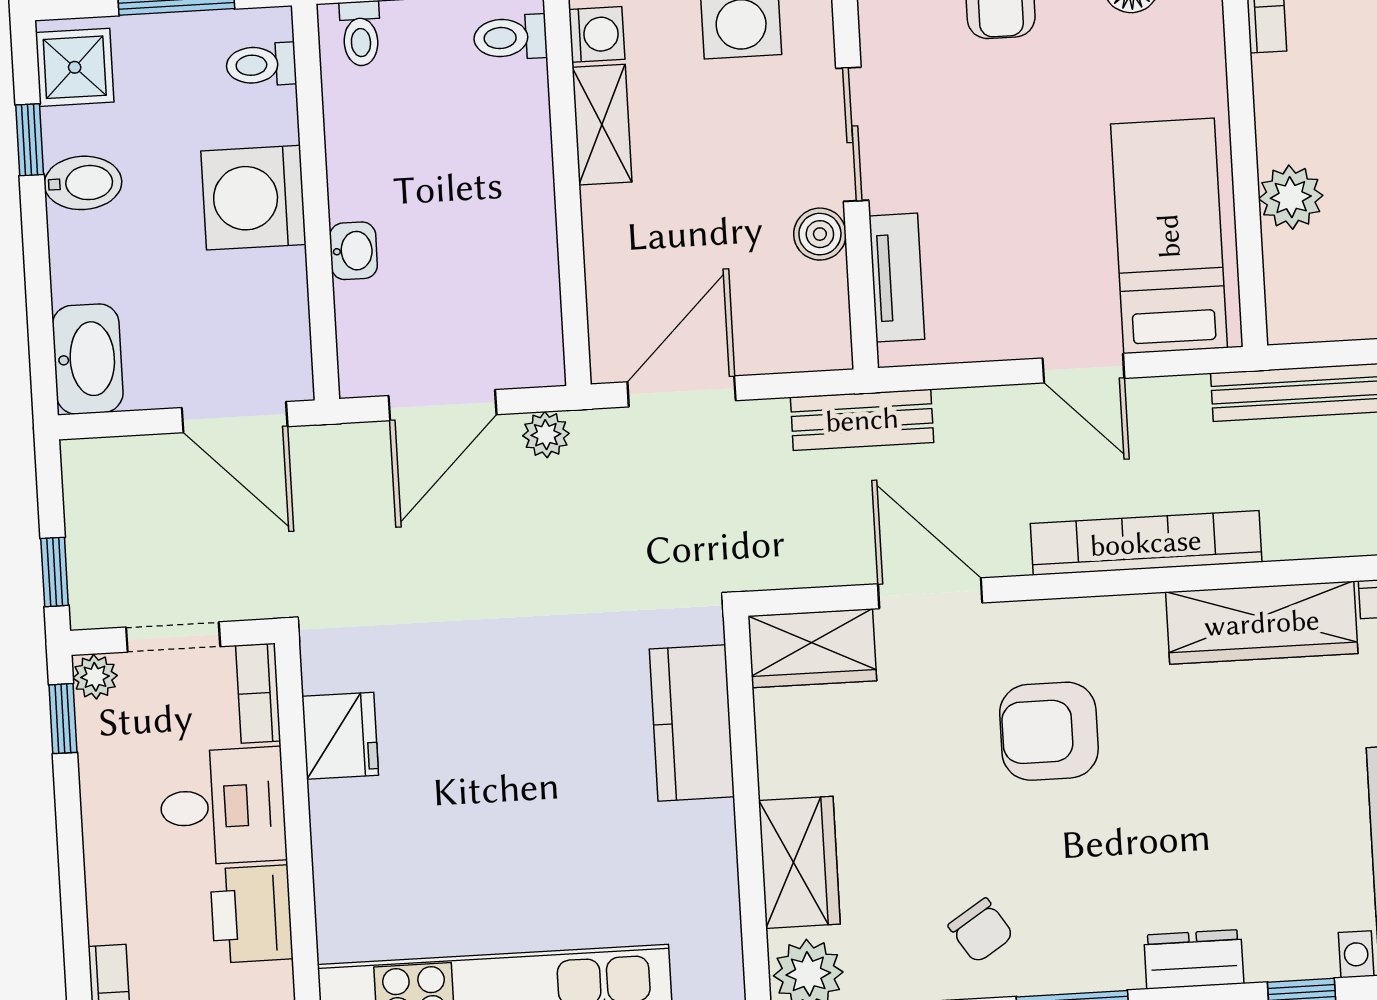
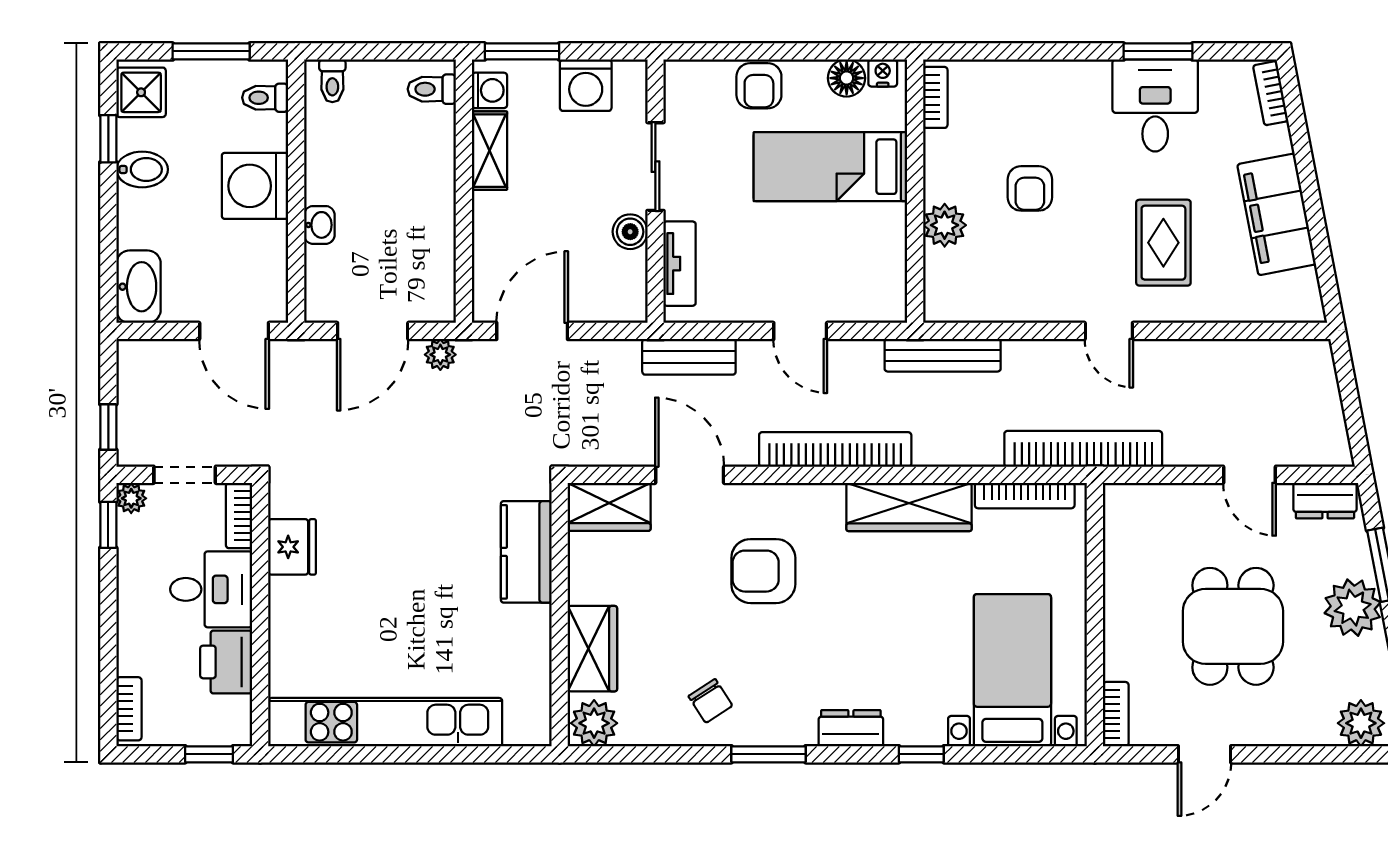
bed: (1169, 236) -> (830, 167), moved, turned -90
bench: (862, 420) -> (689, 357), moved

